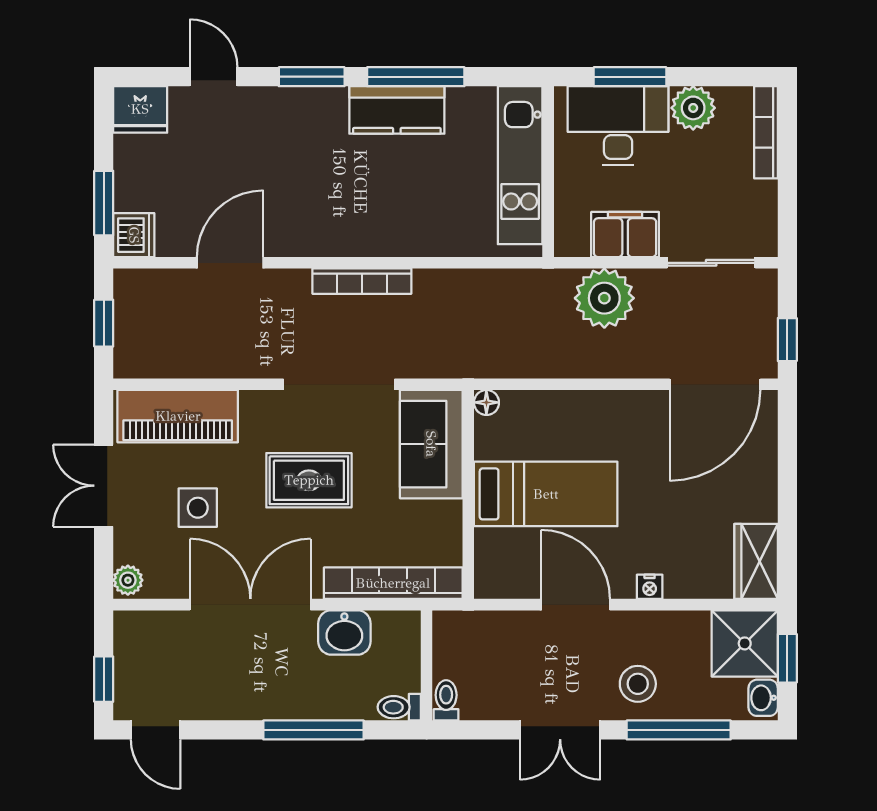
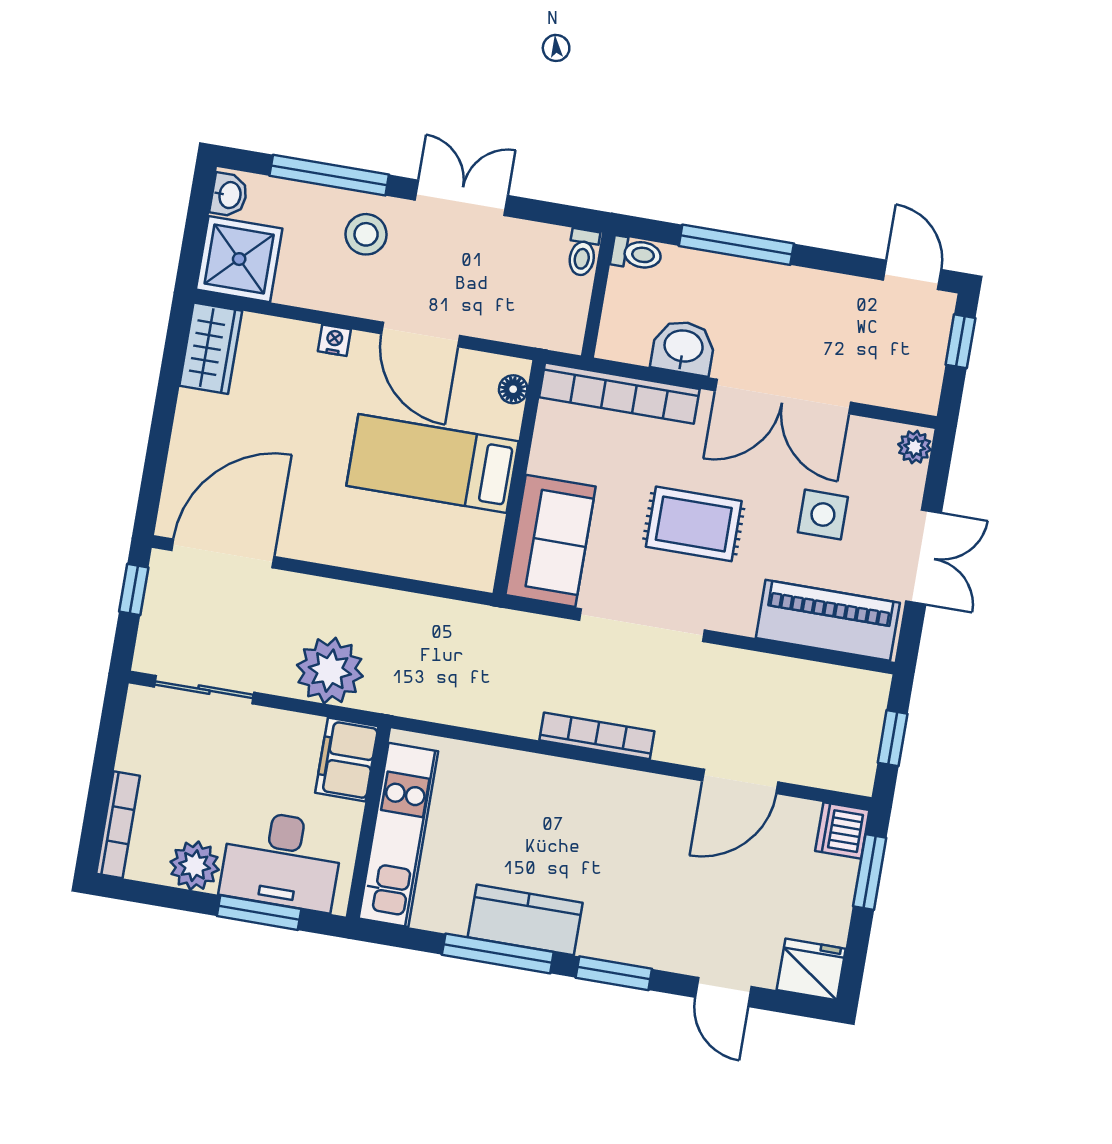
filing cabinet: (625, 234) -> (347, 759), moved, turned 90
floor lamp: (486, 402) -> (513, 389), moved
window: (787, 658) -> (194, 234), removed

